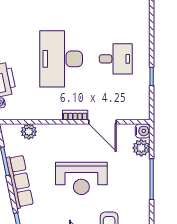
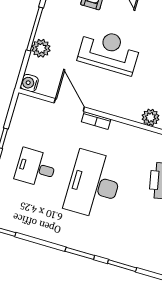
desk: (61, 59) -> (94, 185), turned 180
plant: (141, 148) -> (41, 48), moved

